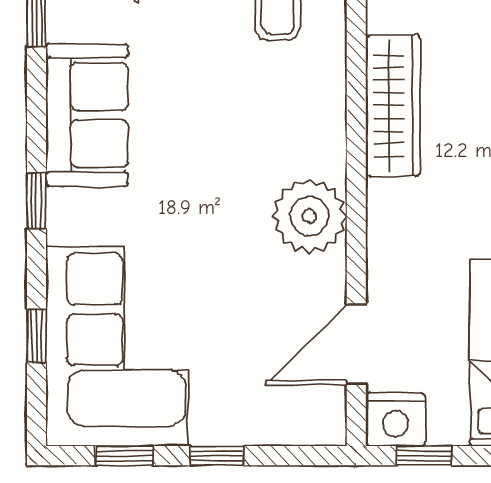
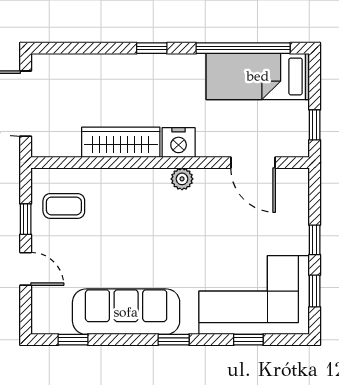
sofa: (87, 115) -> (126, 312), width x1.36
plant: (309, 216) -> (182, 179), width x0.53, depth x0.53
nightstand: (396, 419) -> (179, 143), moved, turned 90

